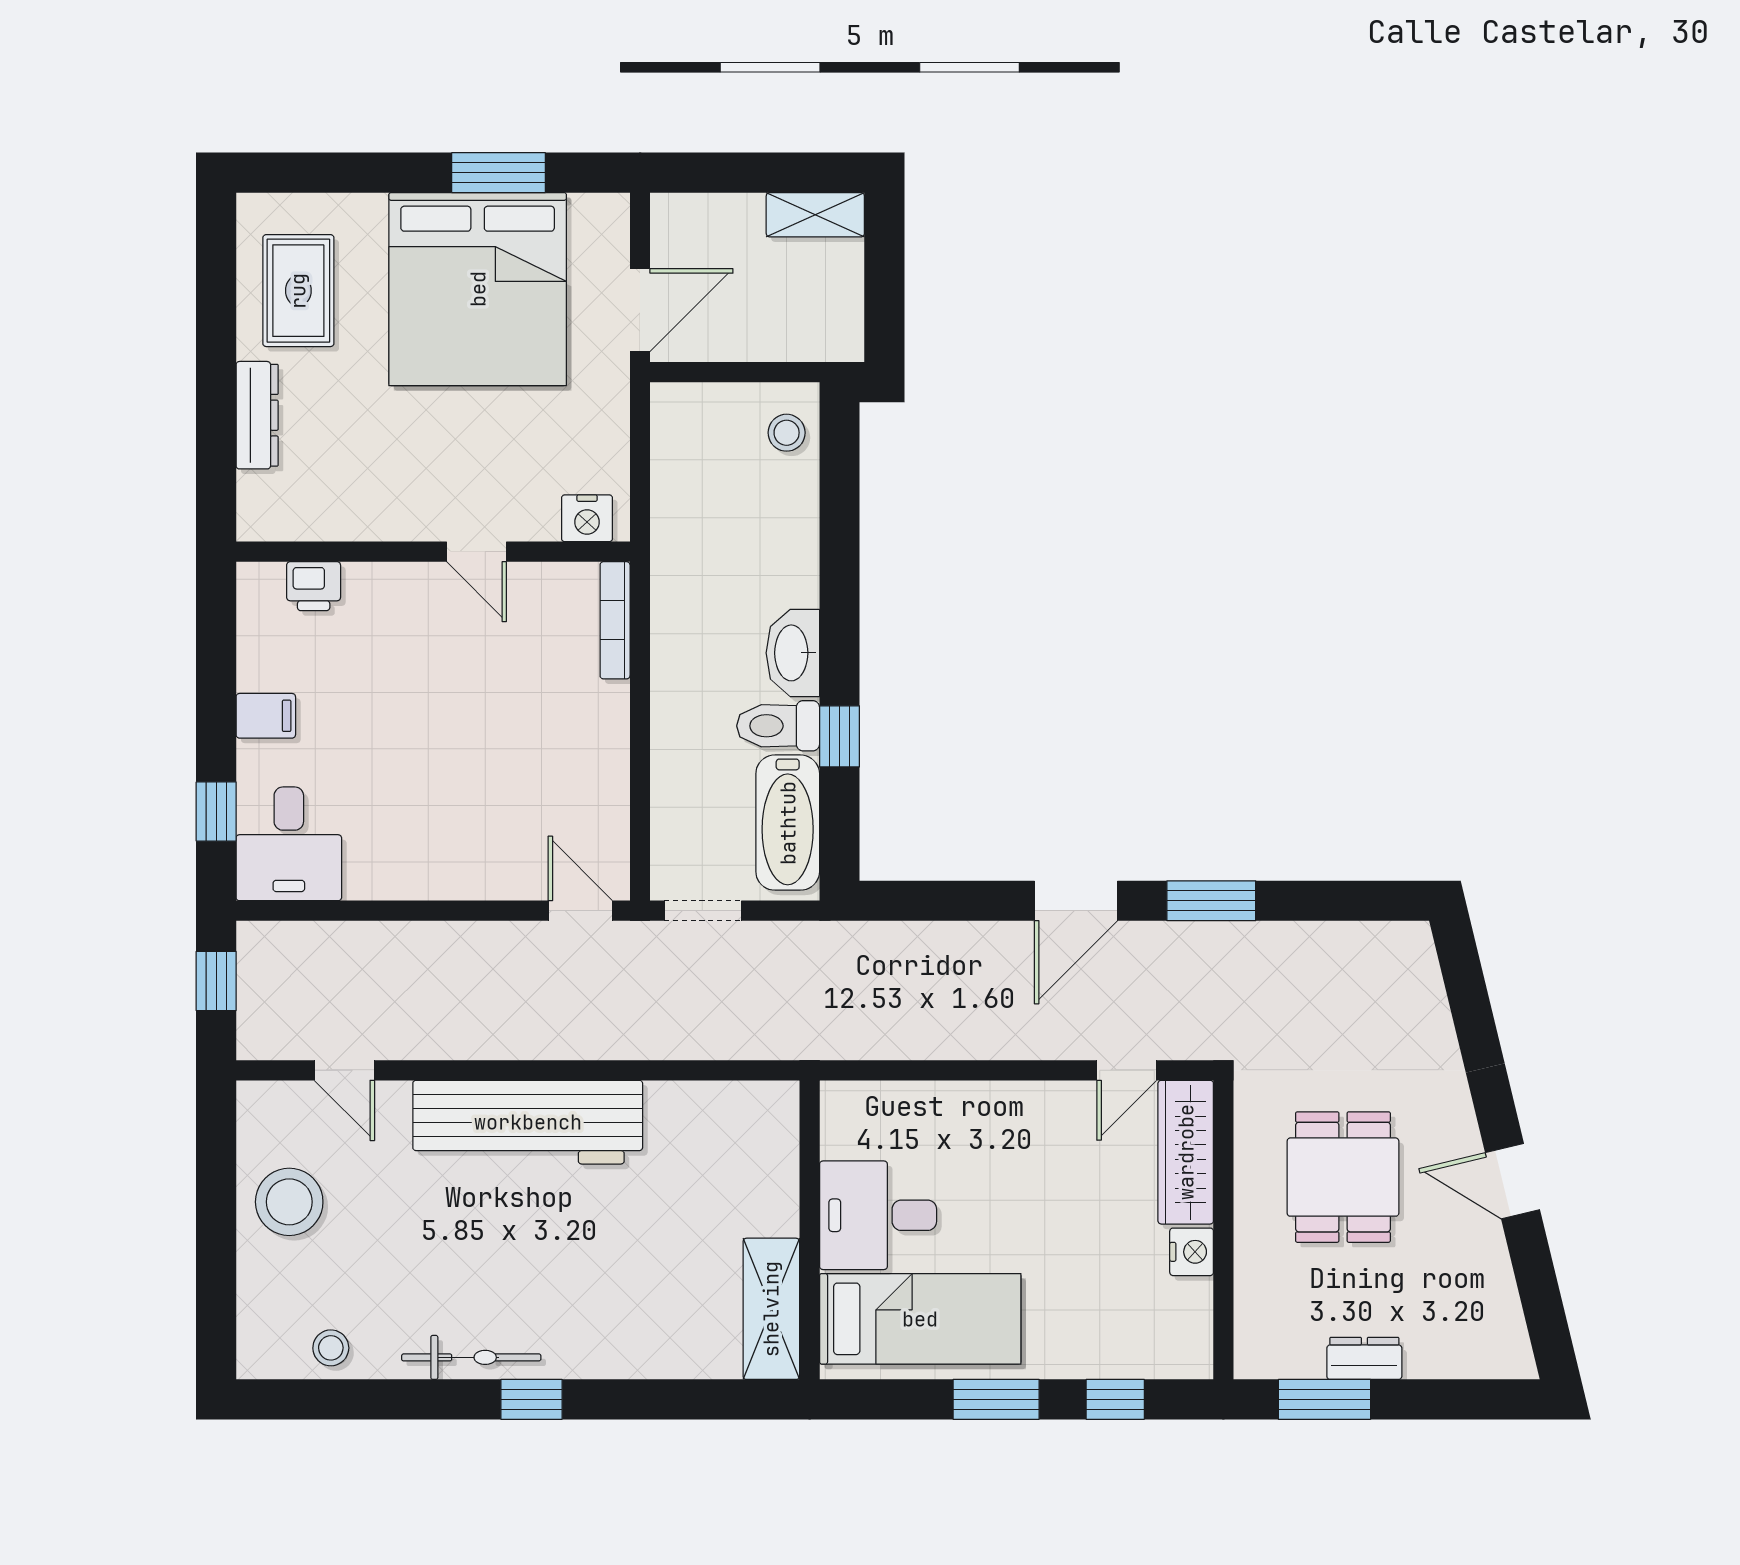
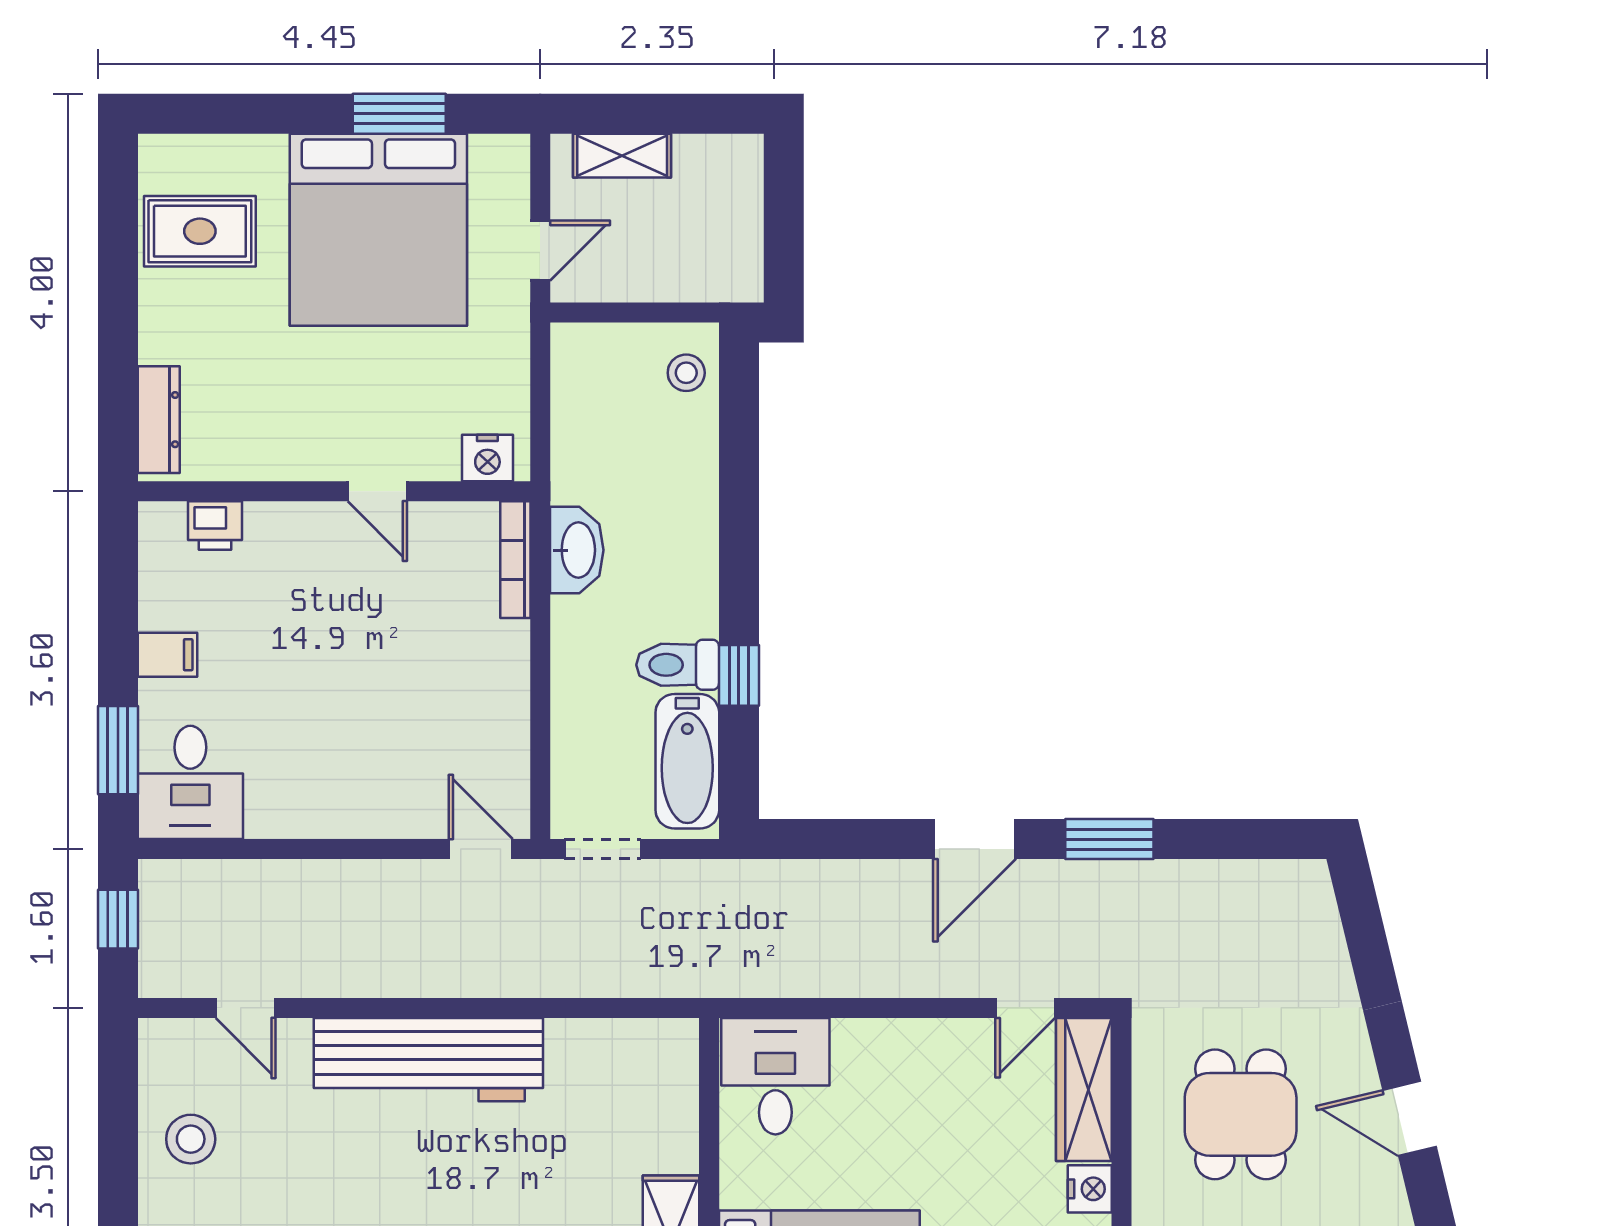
shelving: (815, 215) -> (622, 156), moved
rug: (298, 291) -> (200, 231), turned 90
door: (640, 310) -> (540, 251), width x0.73
dresser: (257, 415) -> (159, 420), moved
washbasin: (793, 653) -> (577, 550), moved, turned 180
window: (216, 811) -> (118, 750), width x1.50
stool: (289, 1202) -> (191, 1139), width x0.73, depth x0.73
desk: (878, 1215) -> (775, 1076), moved, turned 90

